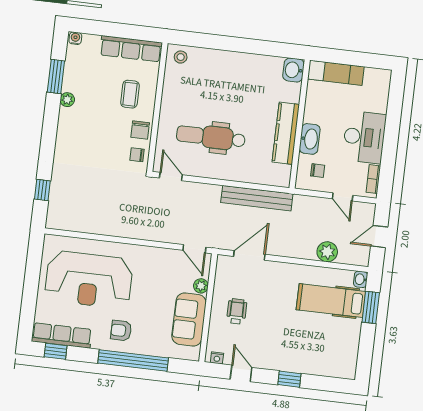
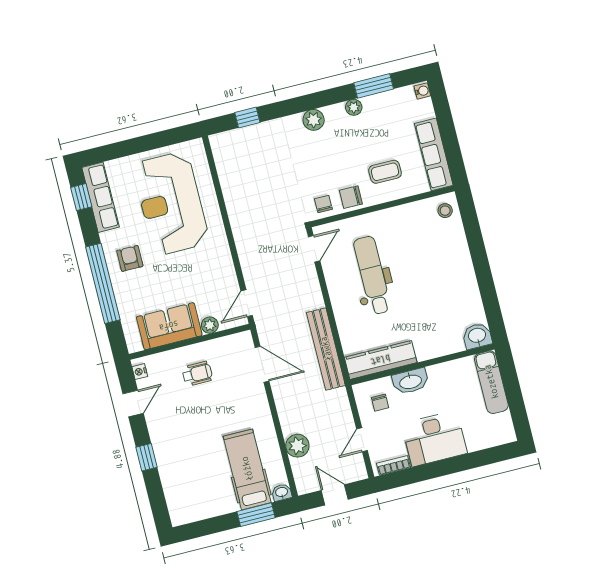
kitchen counter: (286, 133) -> (381, 360), moved
plant: (65, 137) -> (314, 120), added

